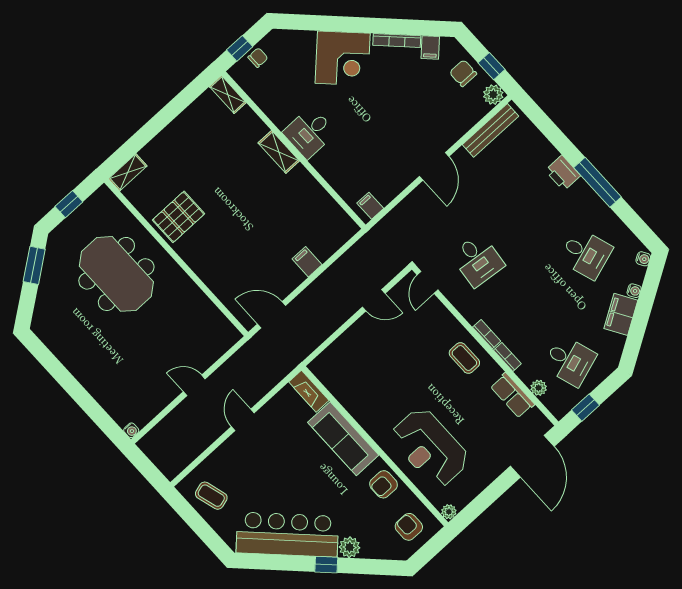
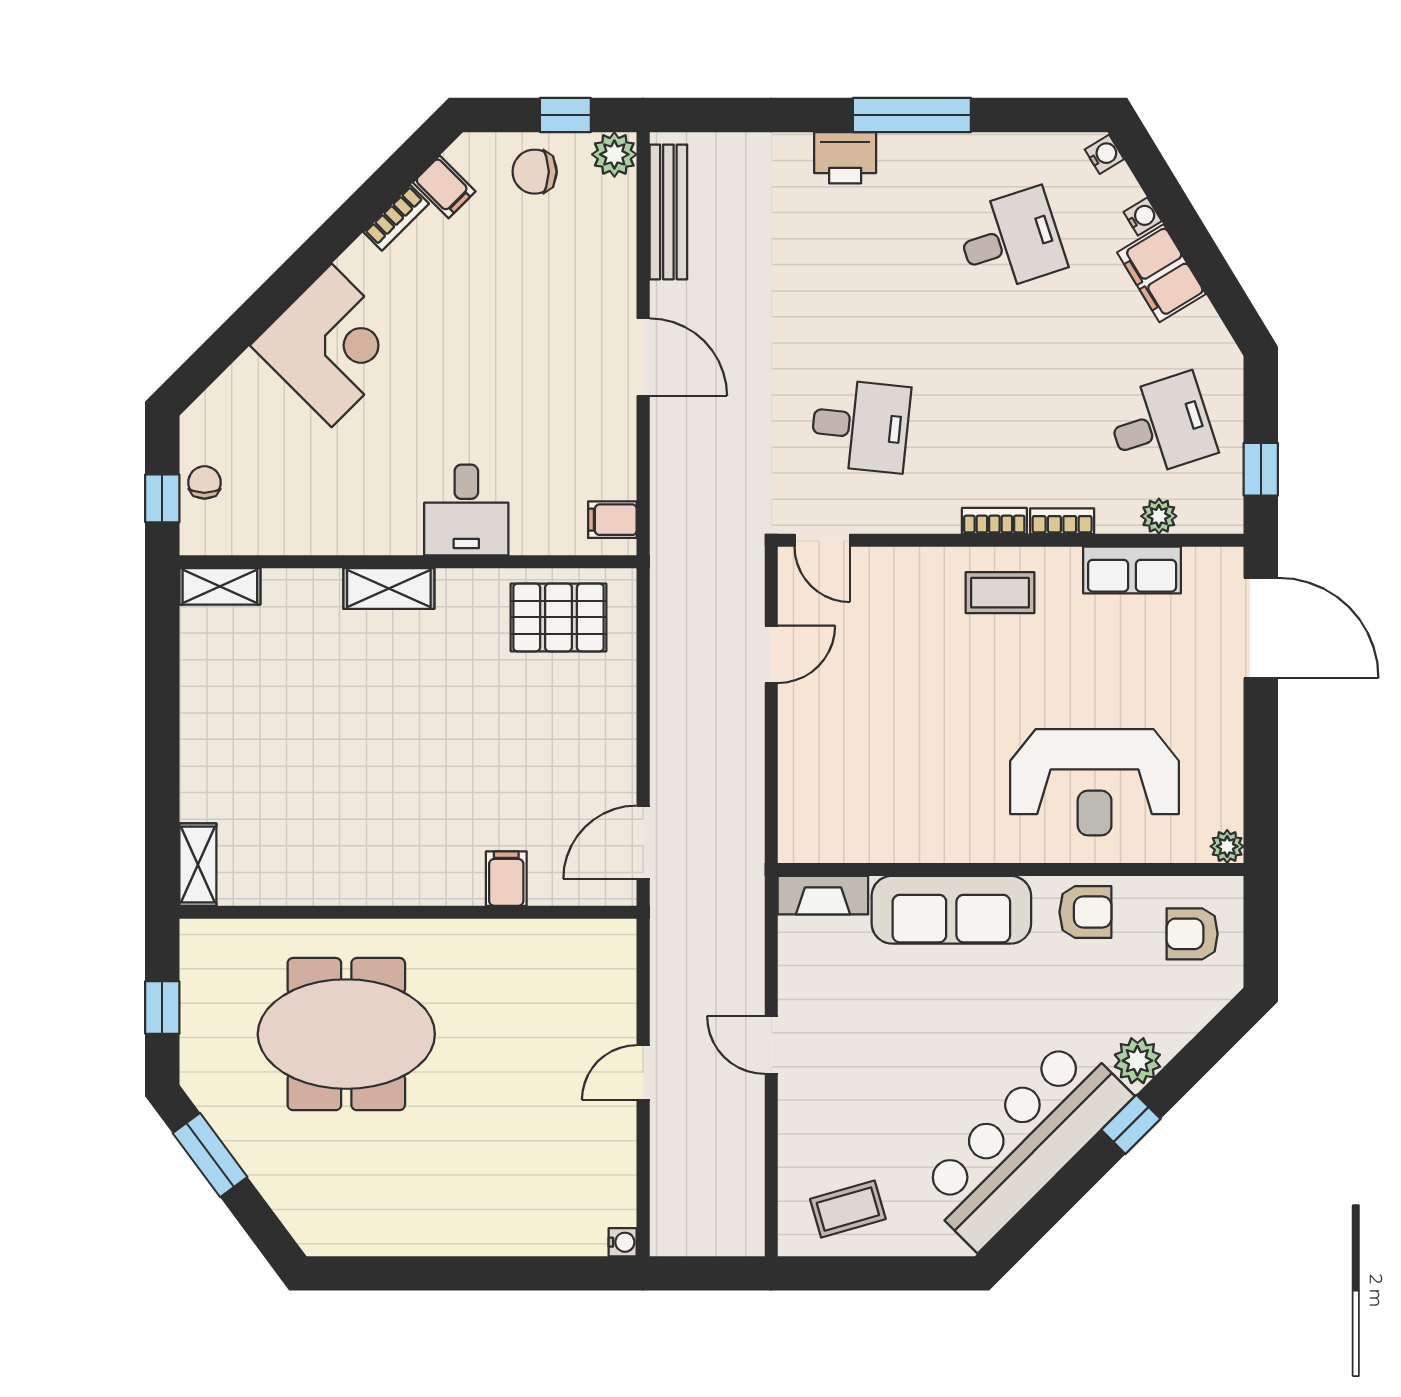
bookcase: (397, 40) -> (396, 218), width x0.64
desk: (309, 133) -> (466, 510), moved
pallet: (178, 217) -> (559, 617), moved, turned 90
filing cabinet: (307, 262) -> (506, 879), moved, turned 90
armchair: (383, 484) -> (1085, 912), turned -90

